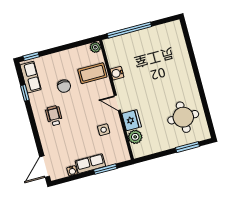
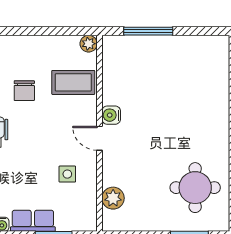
window: (129, 30) -> (148, 31), width x0.68
water cooler: (117, 73) -> (111, 115), moved
fridge: (132, 120) -> (114, 171), removed

